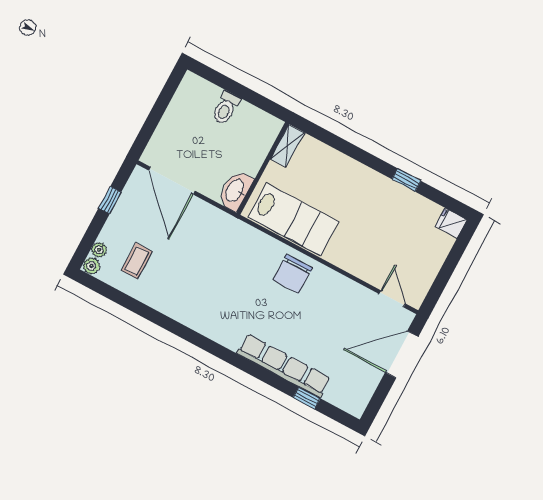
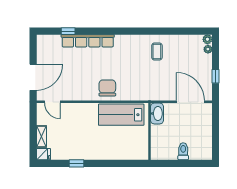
shelving: (287, 146) -> (41, 137), moved
coffee table: (137, 261) -> (157, 51), moved

